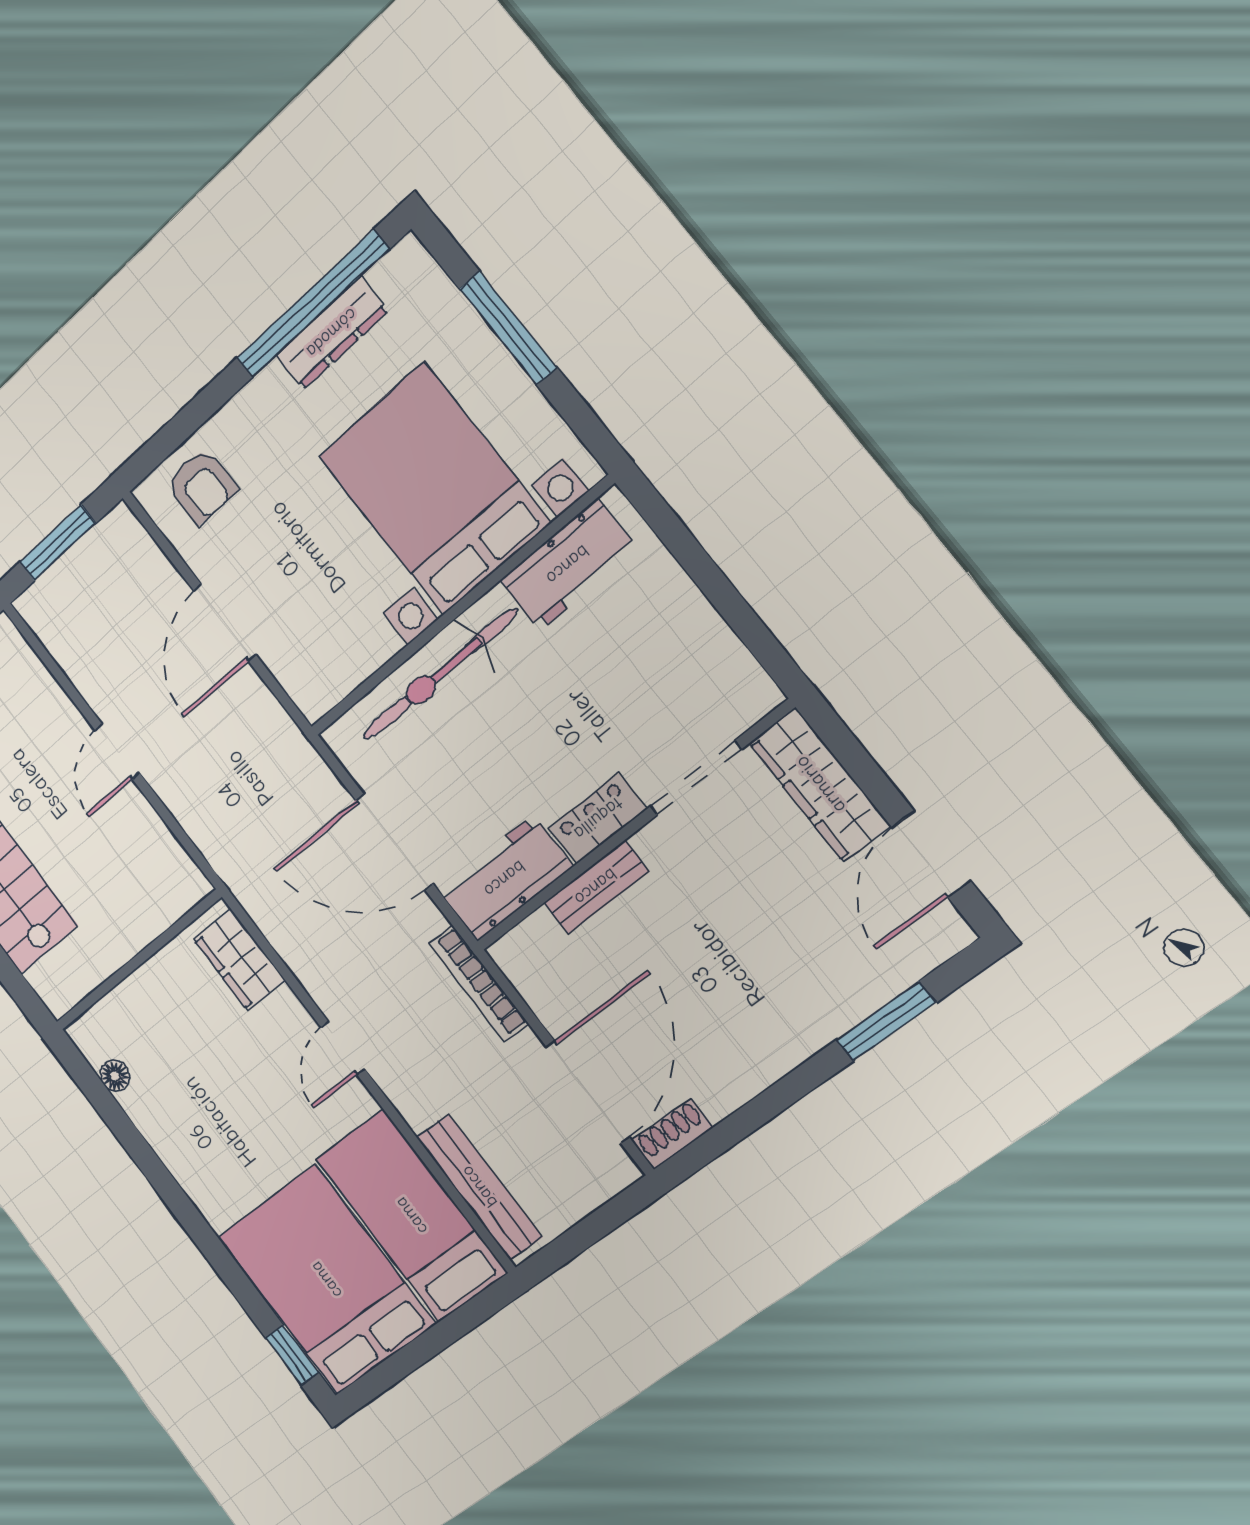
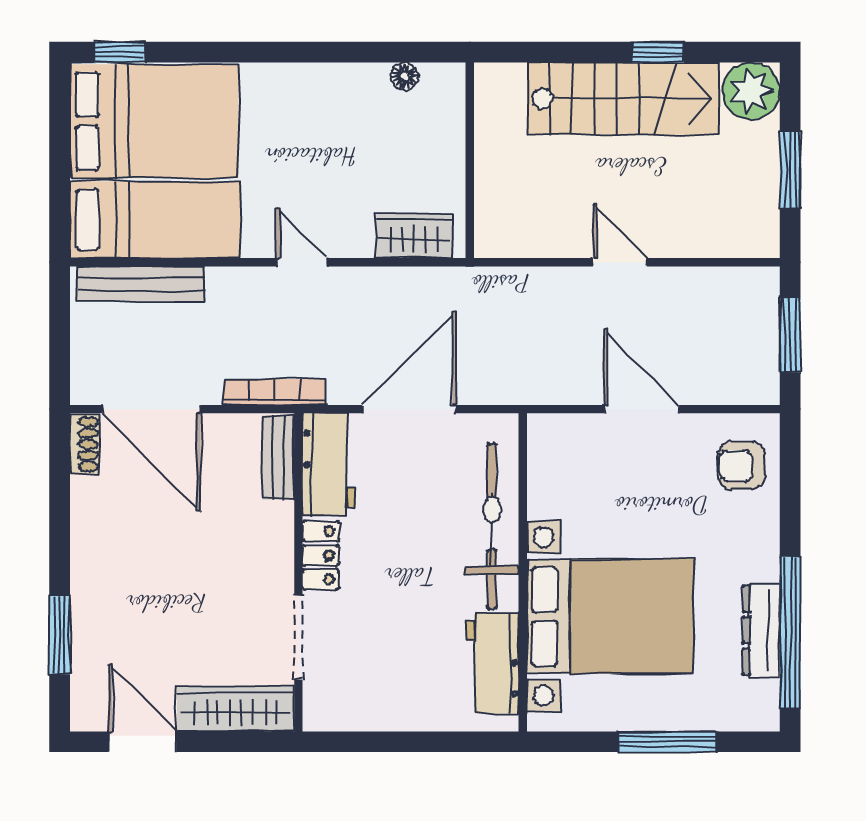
bench: (596, 887) -> (278, 458), moved

